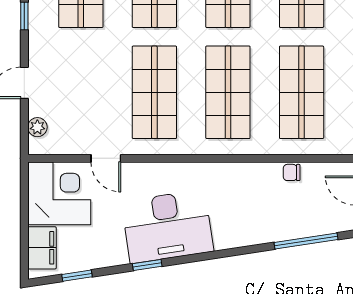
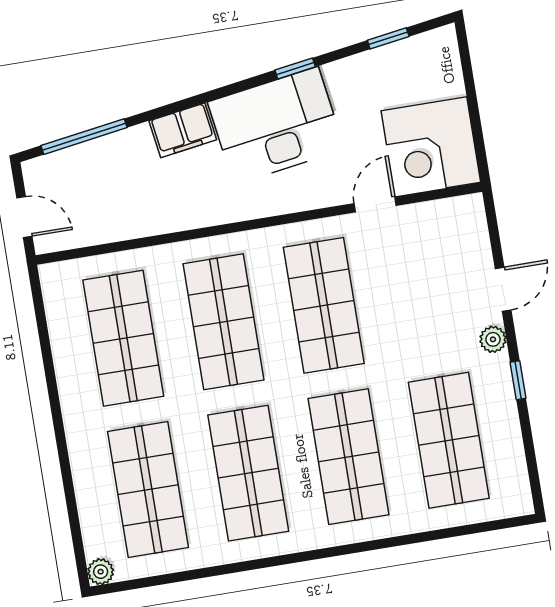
plant: (37, 127) -> (493, 339), moved
door: (106, 158) -> (375, 204), hinge flipped
chair: (292, 172) -> (119, 227), removed
filing cabinet: (42, 248) -> (183, 130), moved, turned -99

